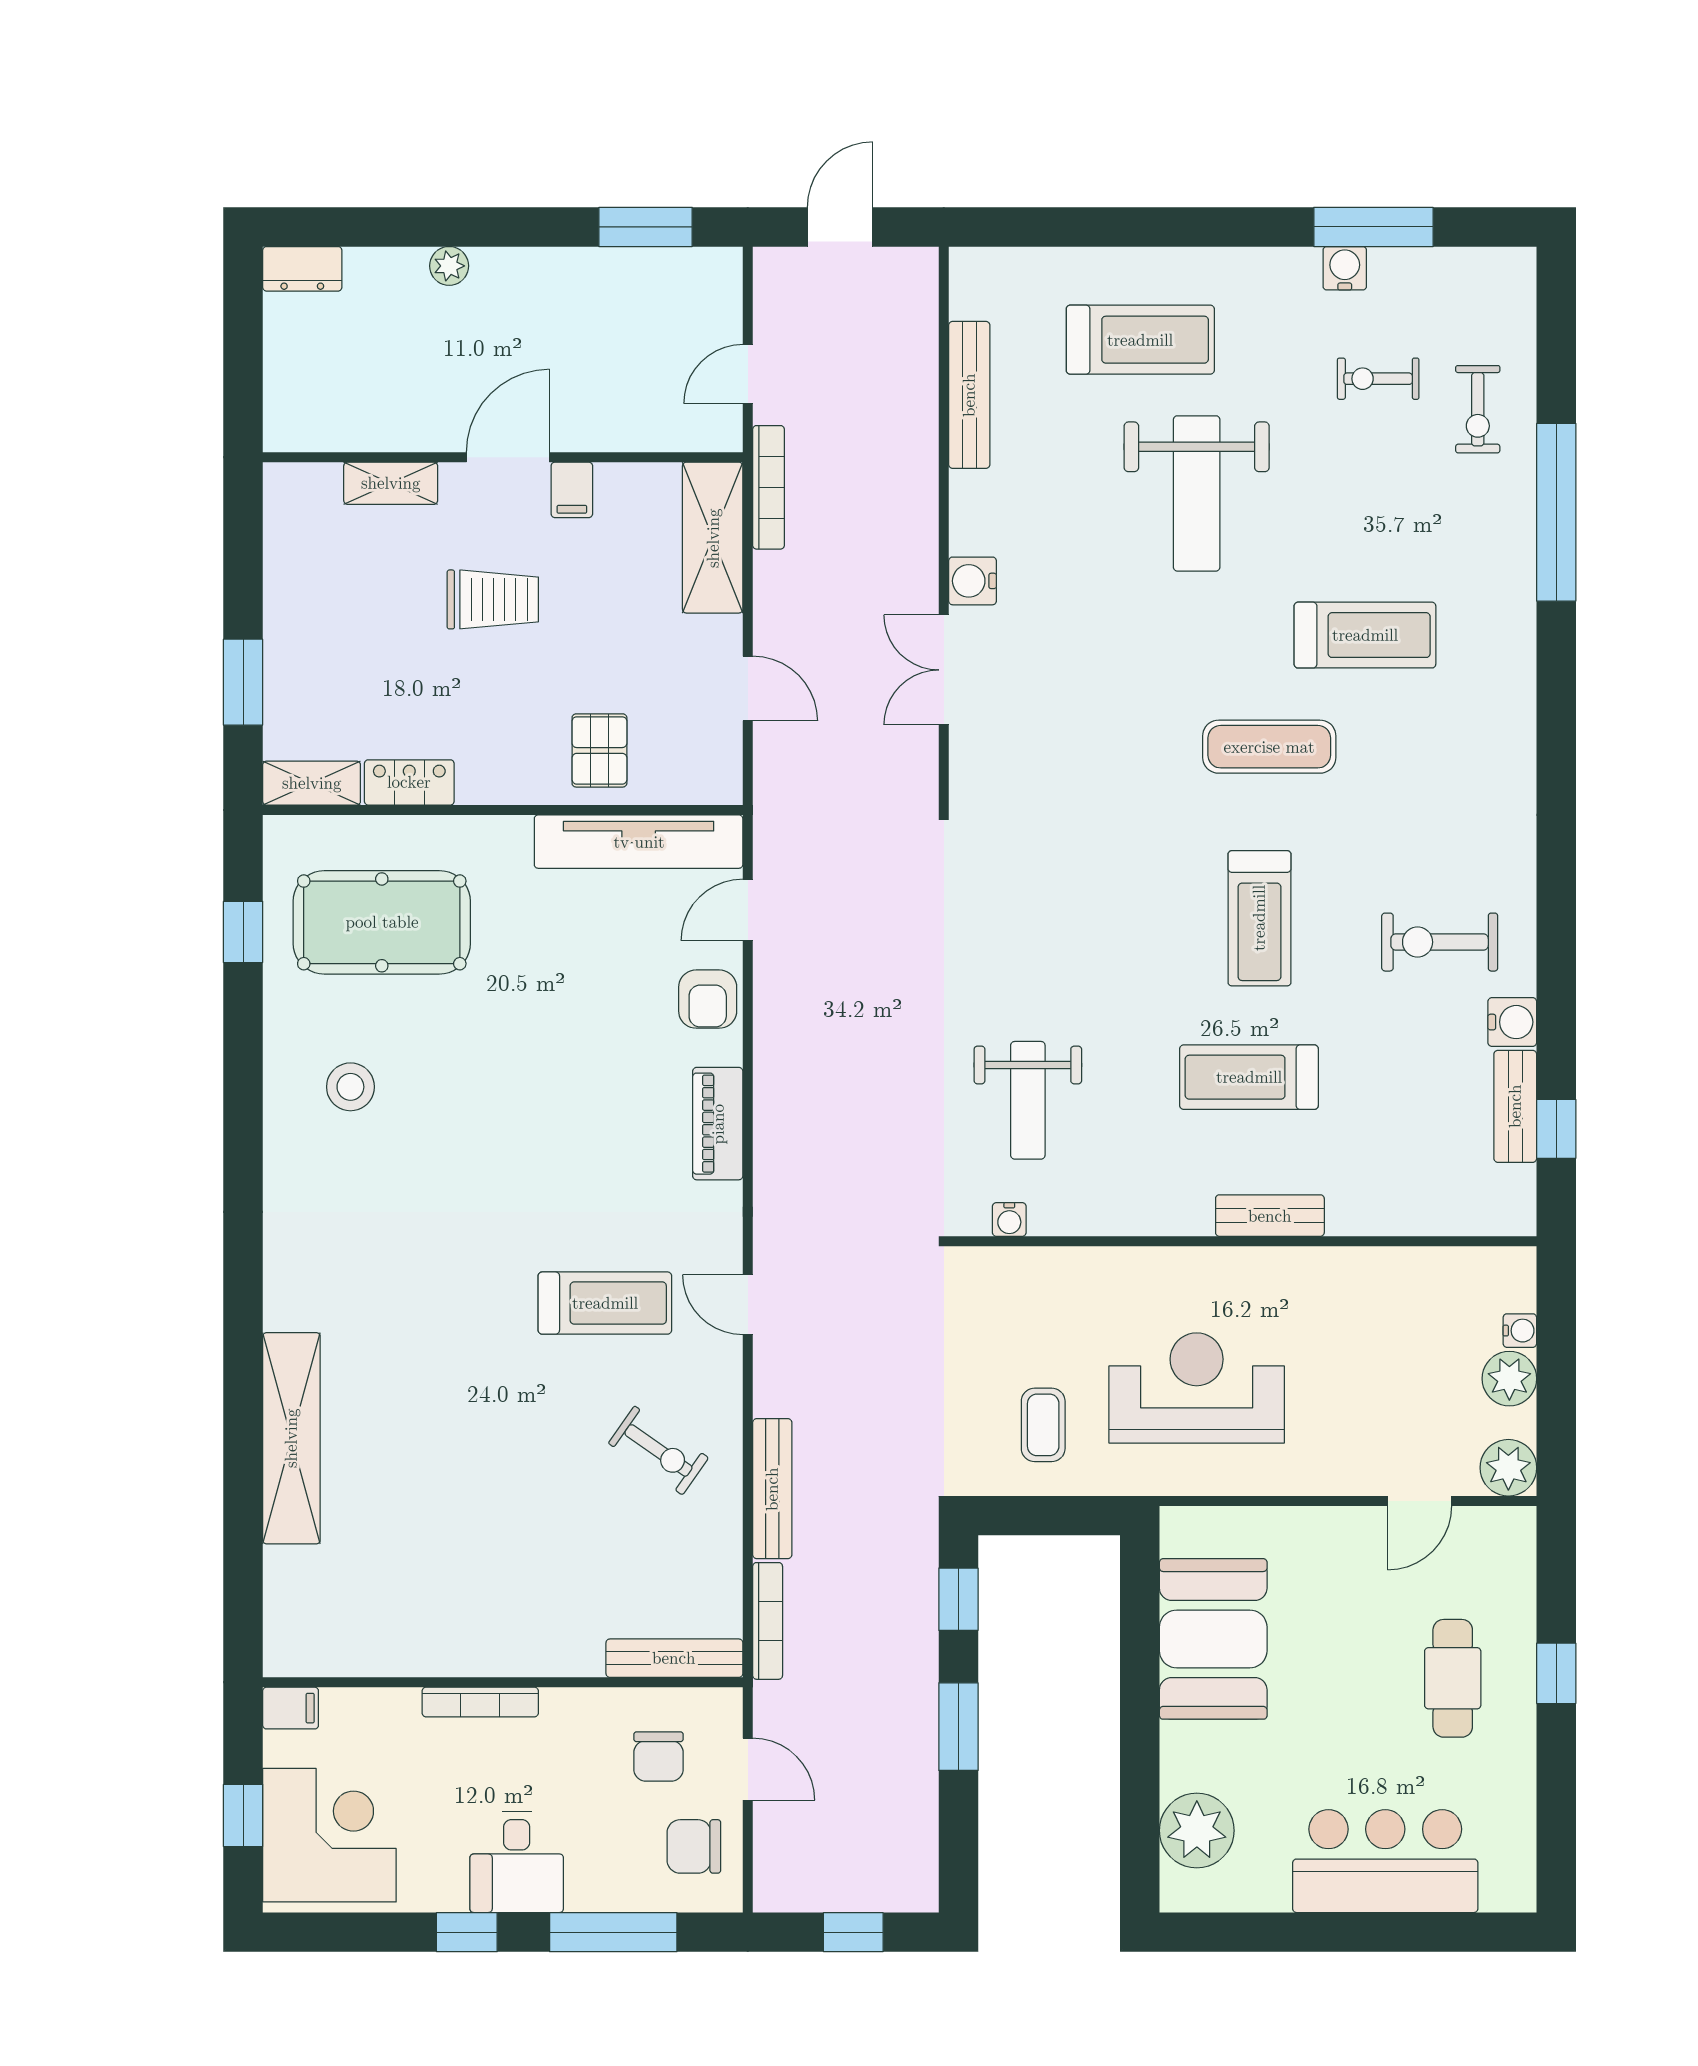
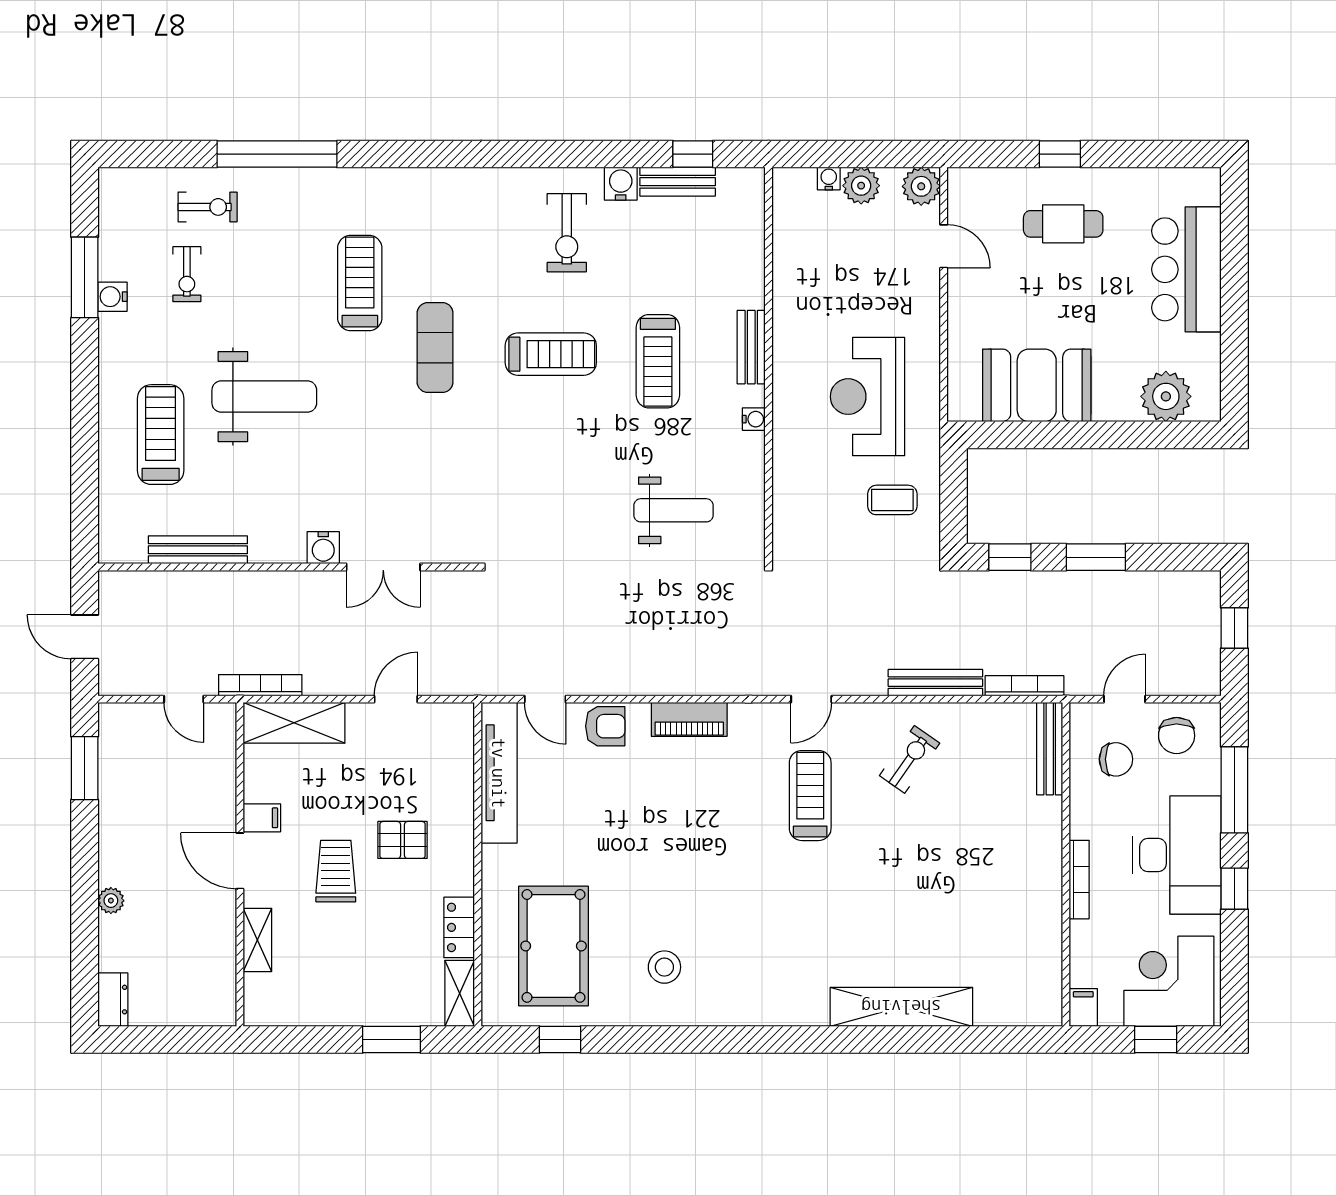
pallet: (599, 750) -> (402, 840), moved
water cooler: (1009, 1219) -> (754, 419), moved
desk: (517, 1862) -> (1177, 855), width x1.87, depth x1.30

